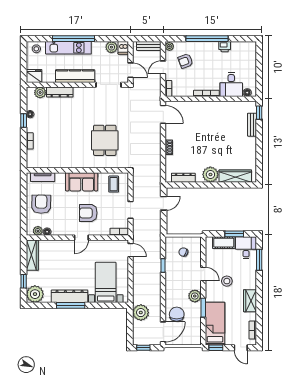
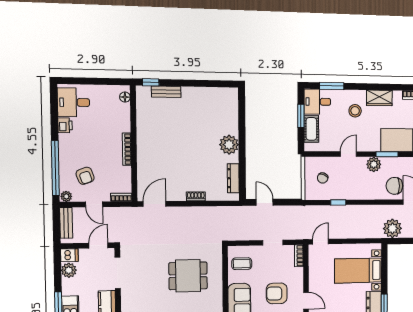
window: (207, 39) -> (55, 168), moved
desk: (231, 85) -> (73, 102), moved, turned 180
wardrobe: (235, 176) -> (231, 114), removed
armchair: (88, 213) -> (277, 293), turned 90
stool: (227, 281) -> (355, 111), moved

